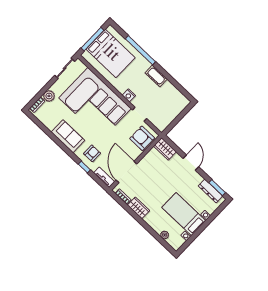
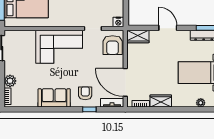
nightstand: (129, 95) -> (118, 22), moved
corner sofa: (95, 103) -> (59, 47), width x0.73, depth x0.74
armchair: (142, 138) -> (113, 45), turned -90

